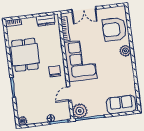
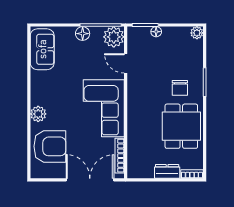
double door: (84, 10) -> (90, 180), width x1.37
dresser: (46, 20) -> (167, 171), moved
chair: (55, 71) -> (180, 88), moved
door: (69, 94) -> (126, 63), swing flipped
sofa: (121, 105) -> (42, 49), moved, turned -90
floor lamp: (102, 110) -> (83, 34), added

